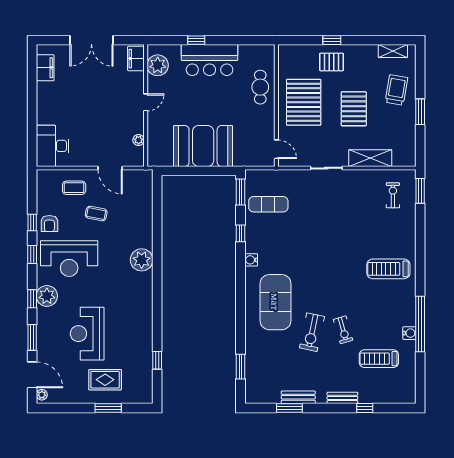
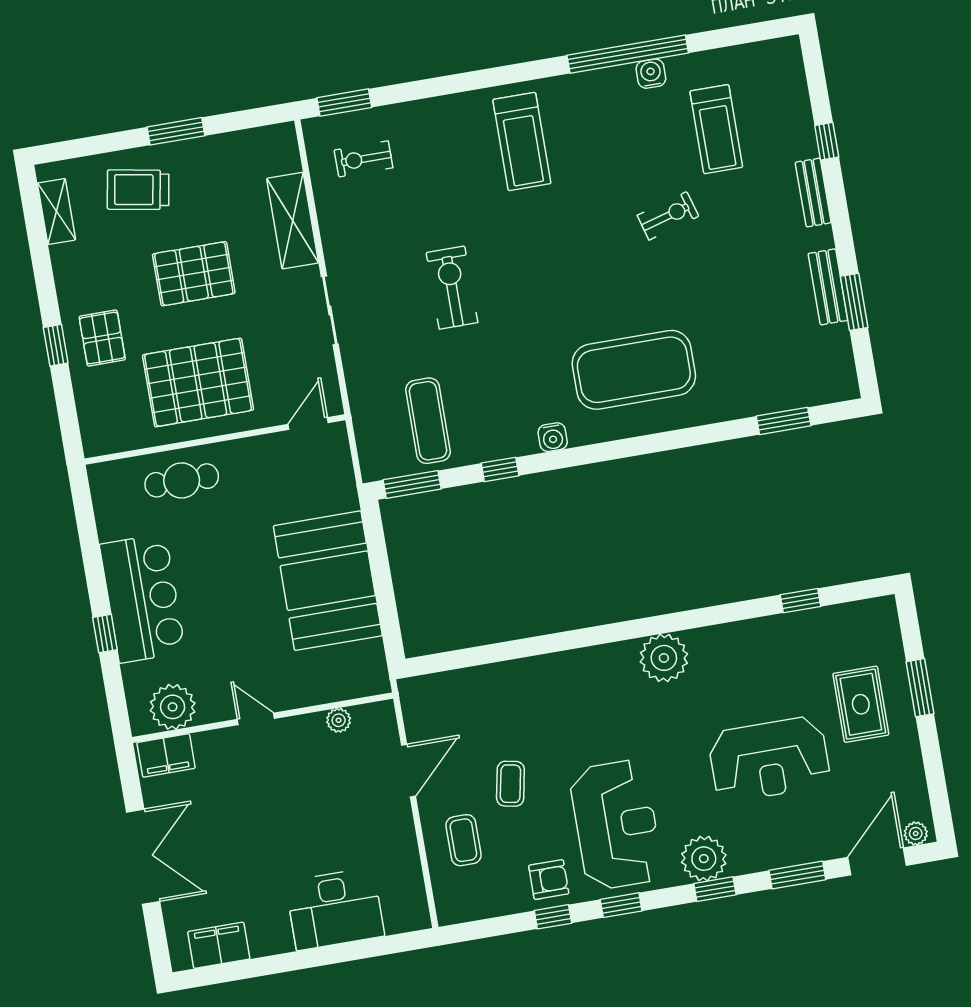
desk: (53, 146) -> (335, 909), moved
plant: (142, 260) -> (664, 658), moved
exercise bike: (312, 332) -> (452, 288), moved, turned -102

